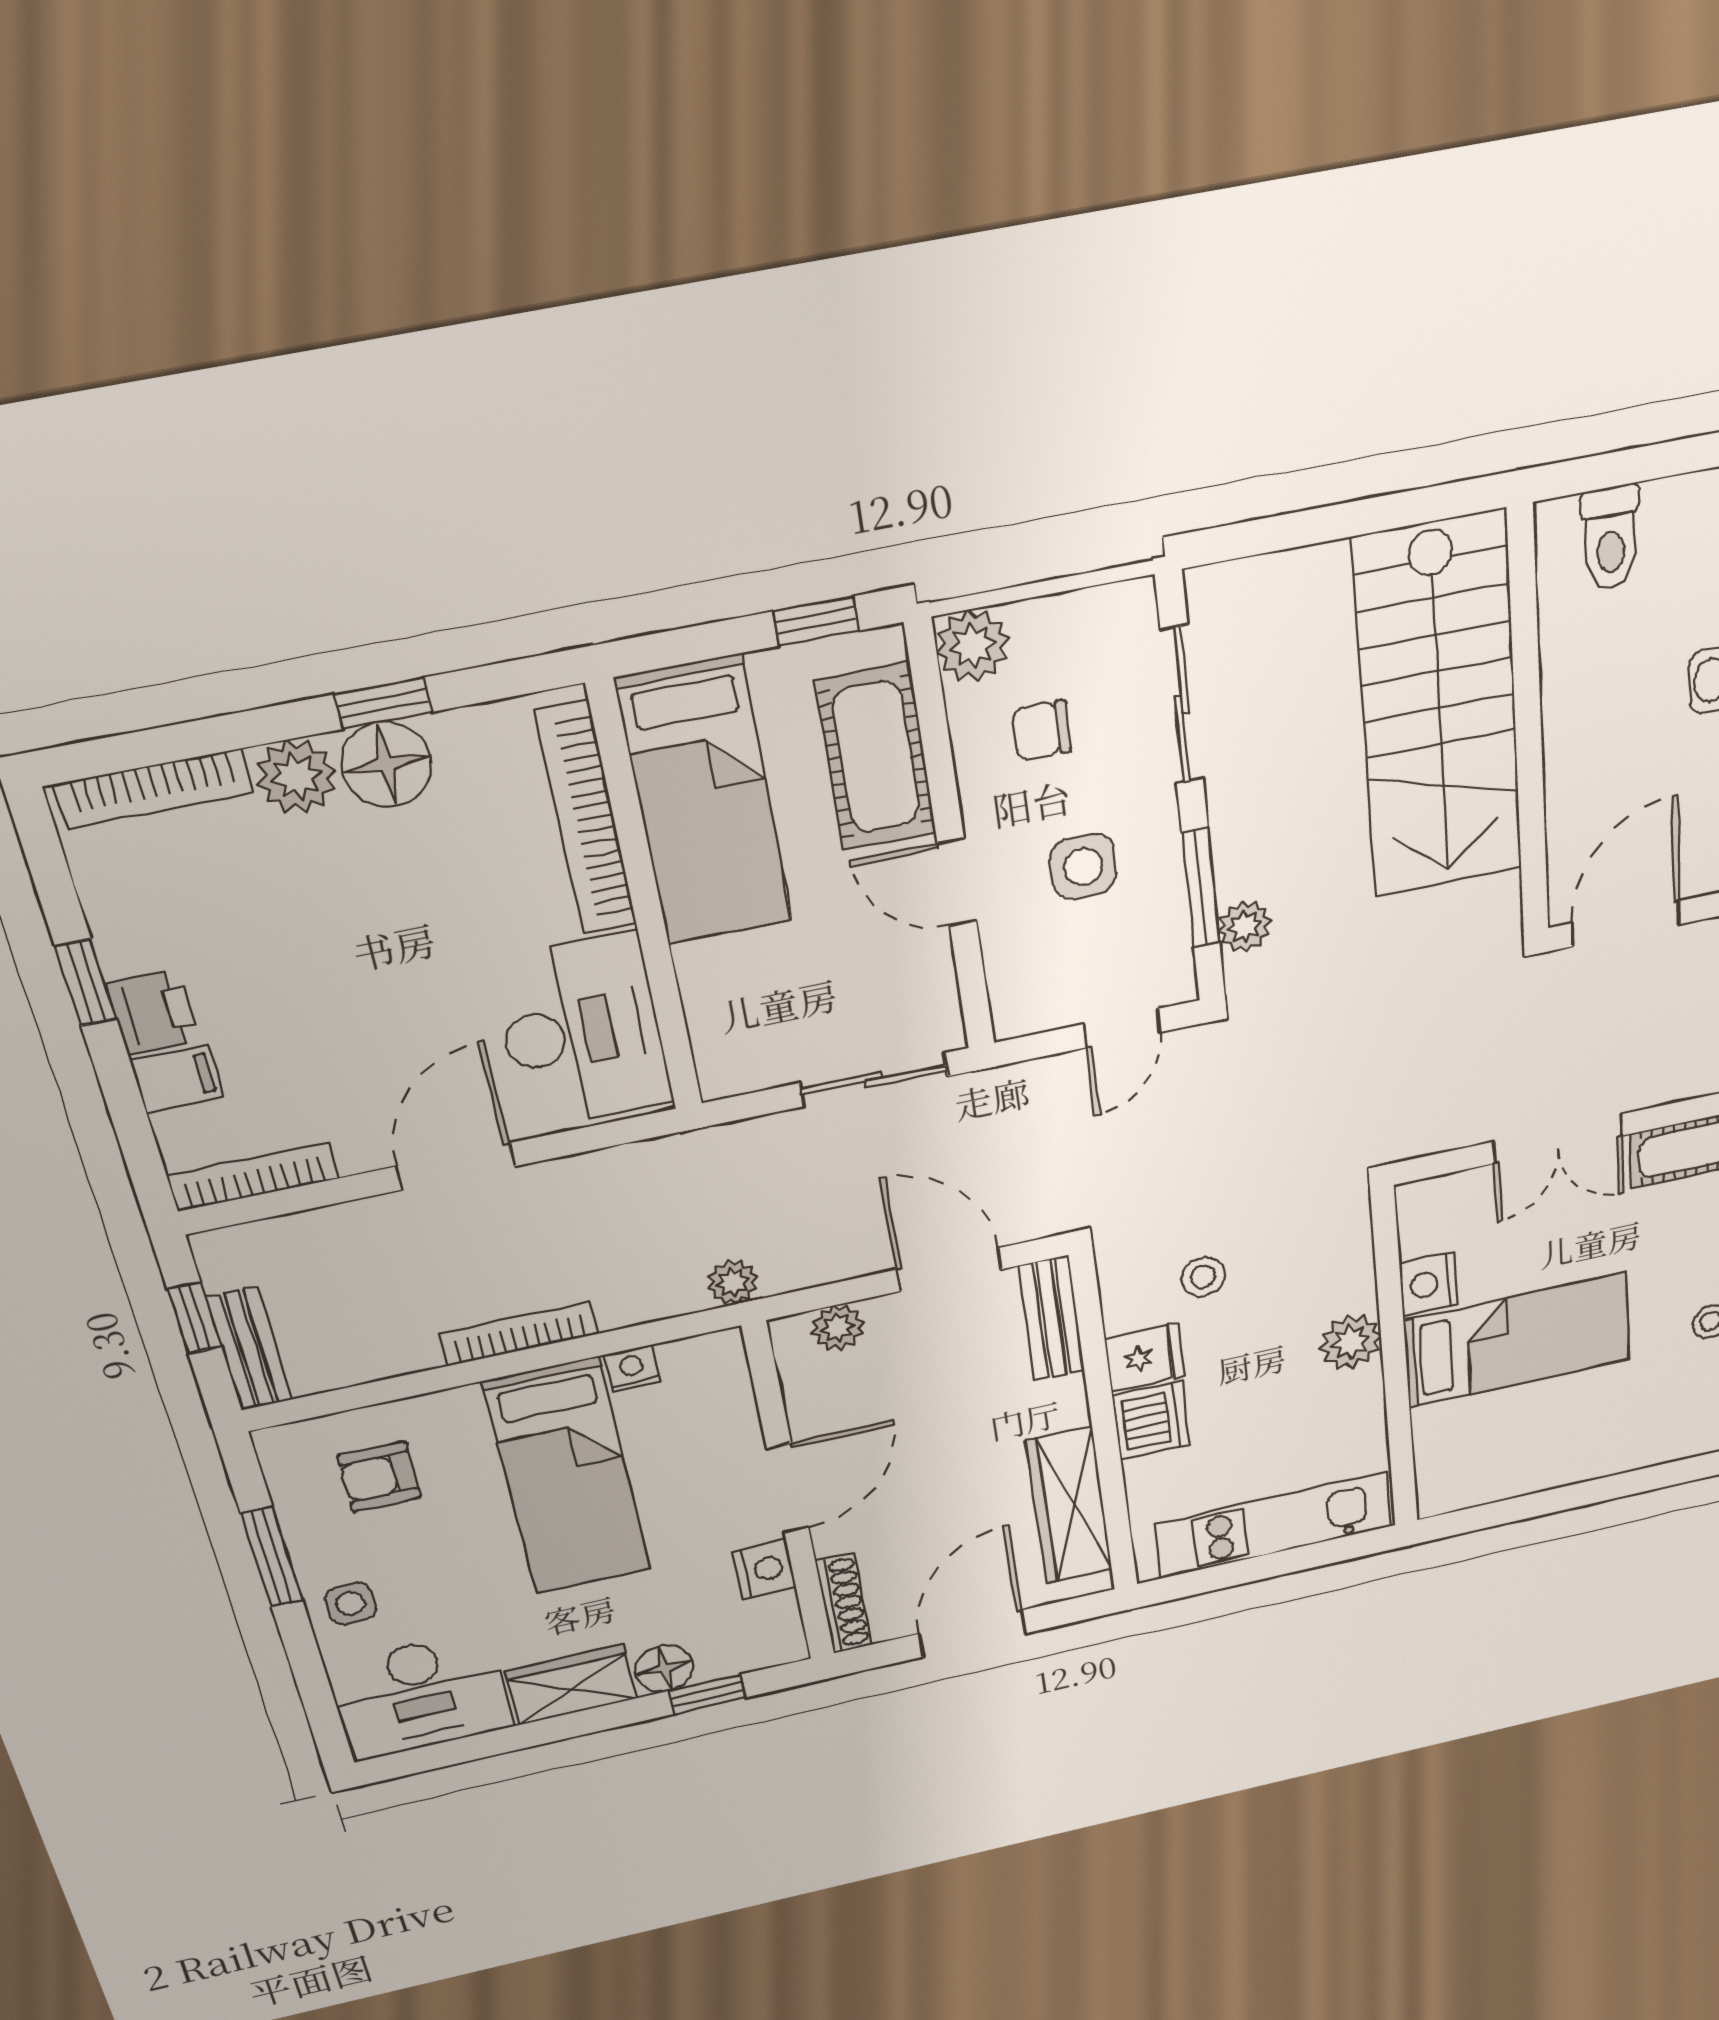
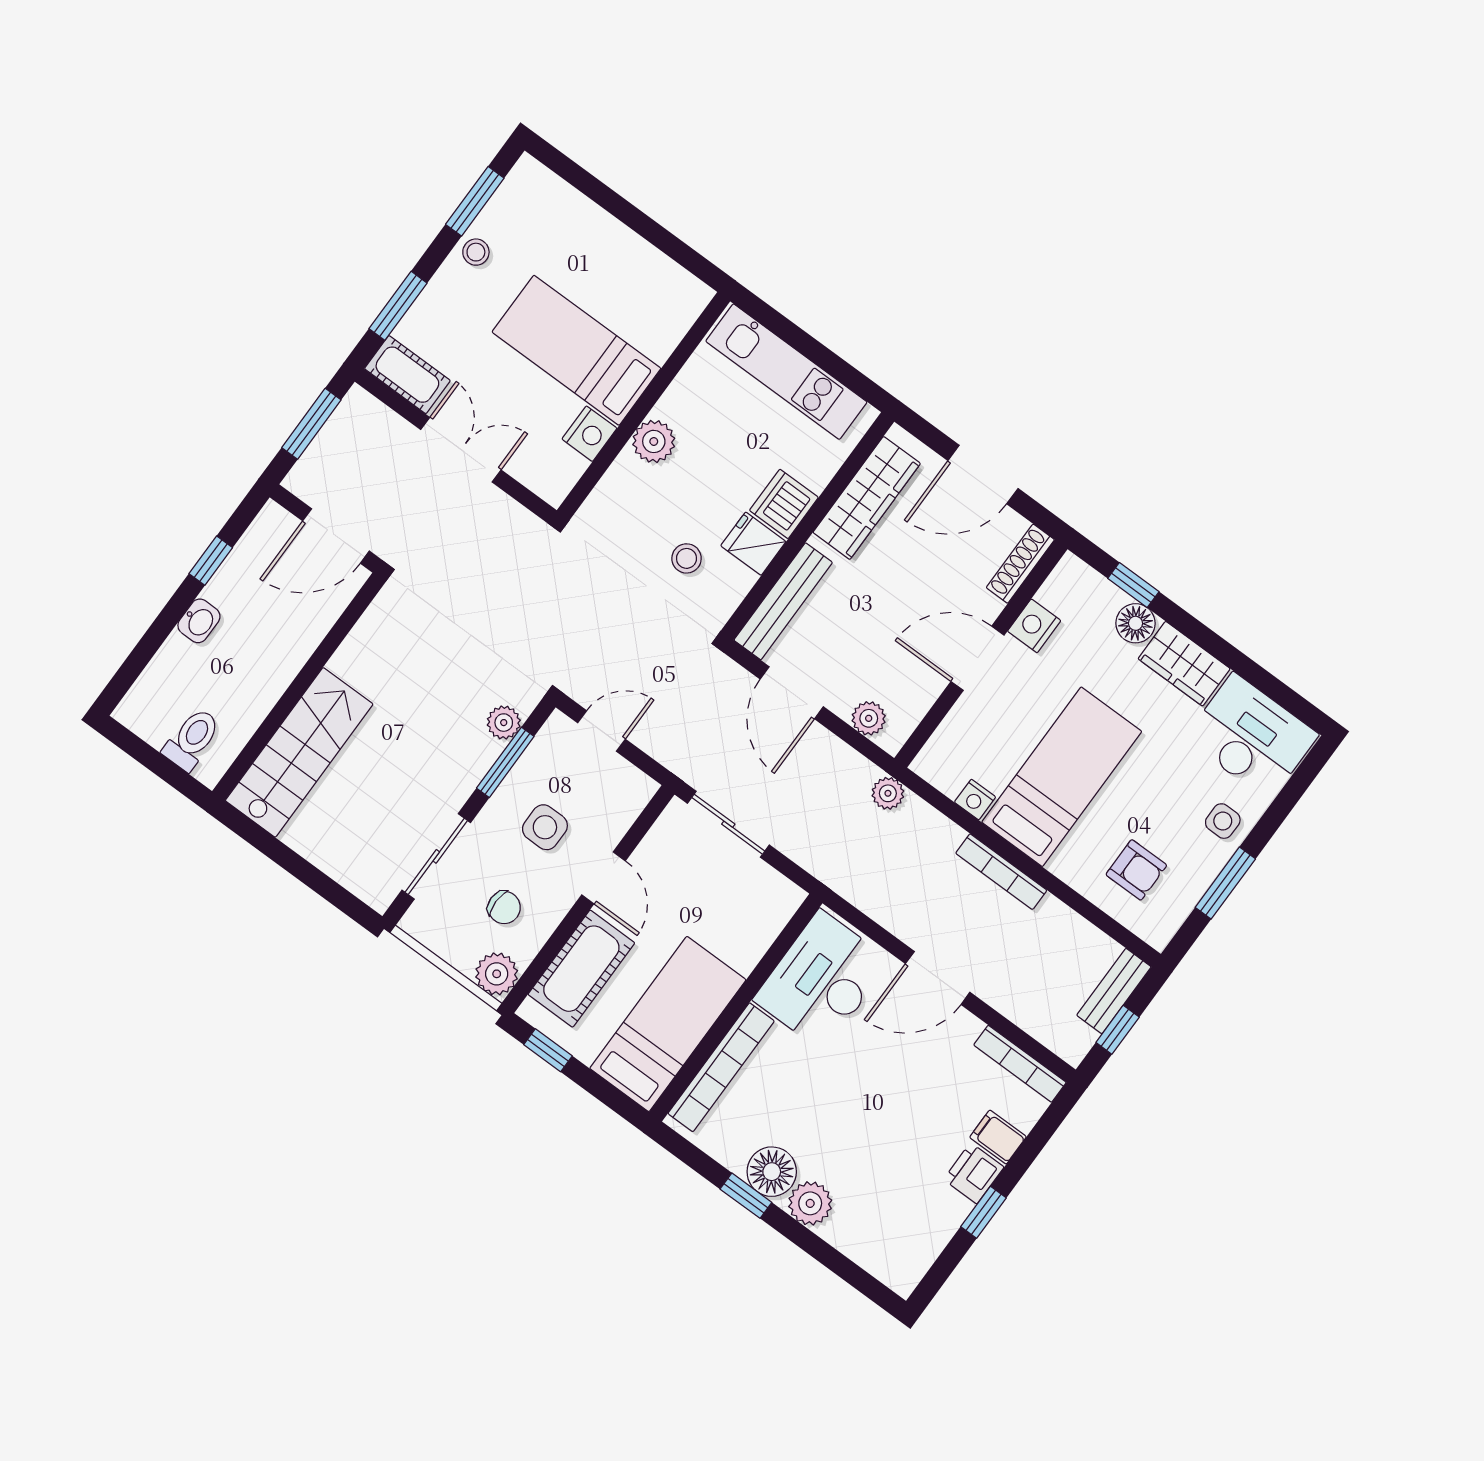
stairs: (1439, 708) -> (299, 752), width x0.73, depth x0.66
bookcase: (154, 789) -> (867, 1256), removed
bench: (1051, 1319) -> (783, 601), width x1.36

